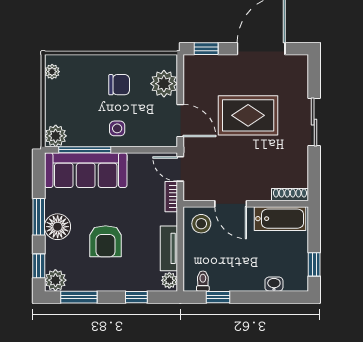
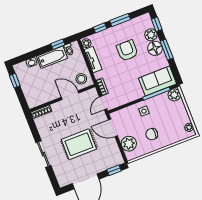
door: (180, 169) -> (103, 103), swing flipped
sofa: (86, 170) -> (157, 81), width x0.73
bathtub: (280, 219) -> (52, 57), moved, turned 180
plant: (55, 280) -> (151, 35), moved
window: (79, 297) -> (120, 20), moved

